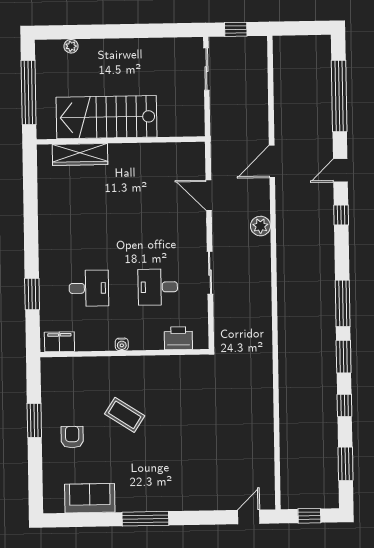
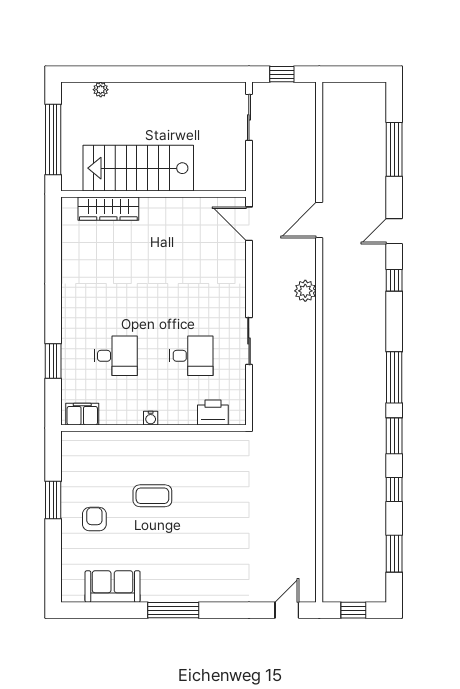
window: (339, 96) -> (394, 149), width x0.68
door: (209, 195) -> (249, 224), moved
desk: (158, 287) -> (191, 356), turned 180
coffee table: (125, 415) -> (152, 496), turned -33

